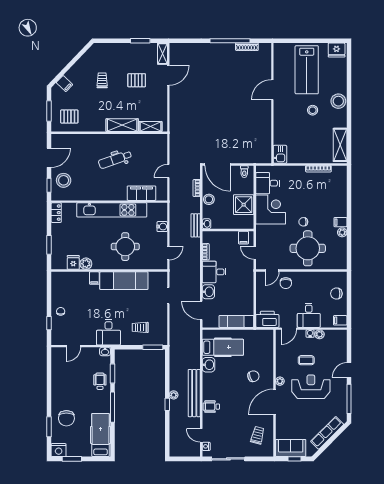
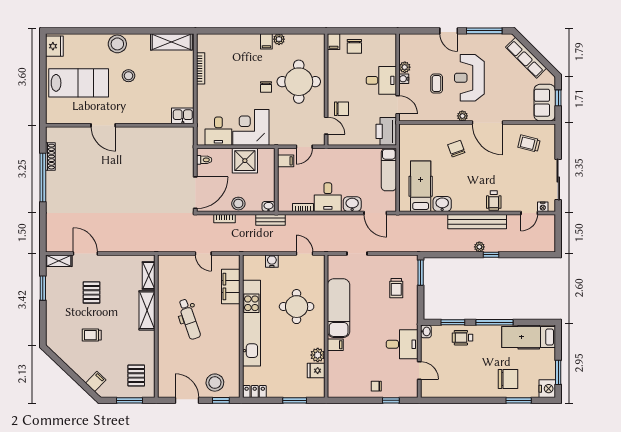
door: (201, 310) -> (375, 213), hinge flipped
filing cabinet: (340, 320) -> (334, 42), moved
desk: (109, 332) -> (402, 344), moved

